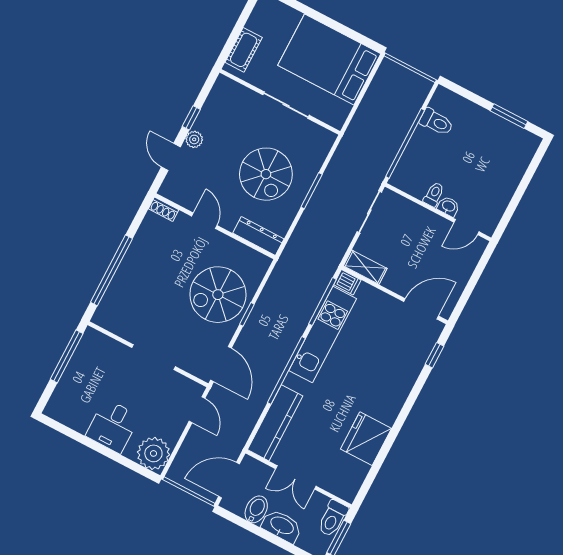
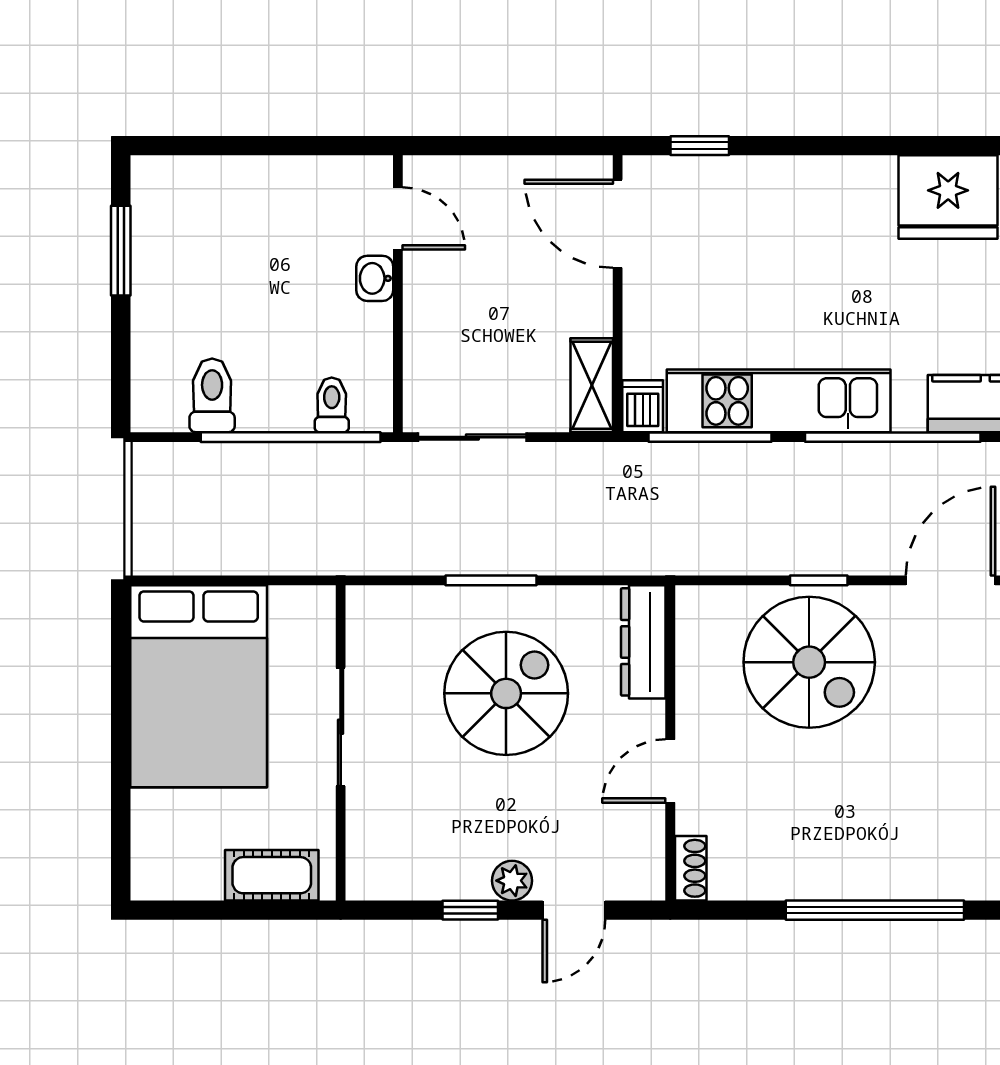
toilet: (434, 194) -> (332, 405), moved, turned 90

